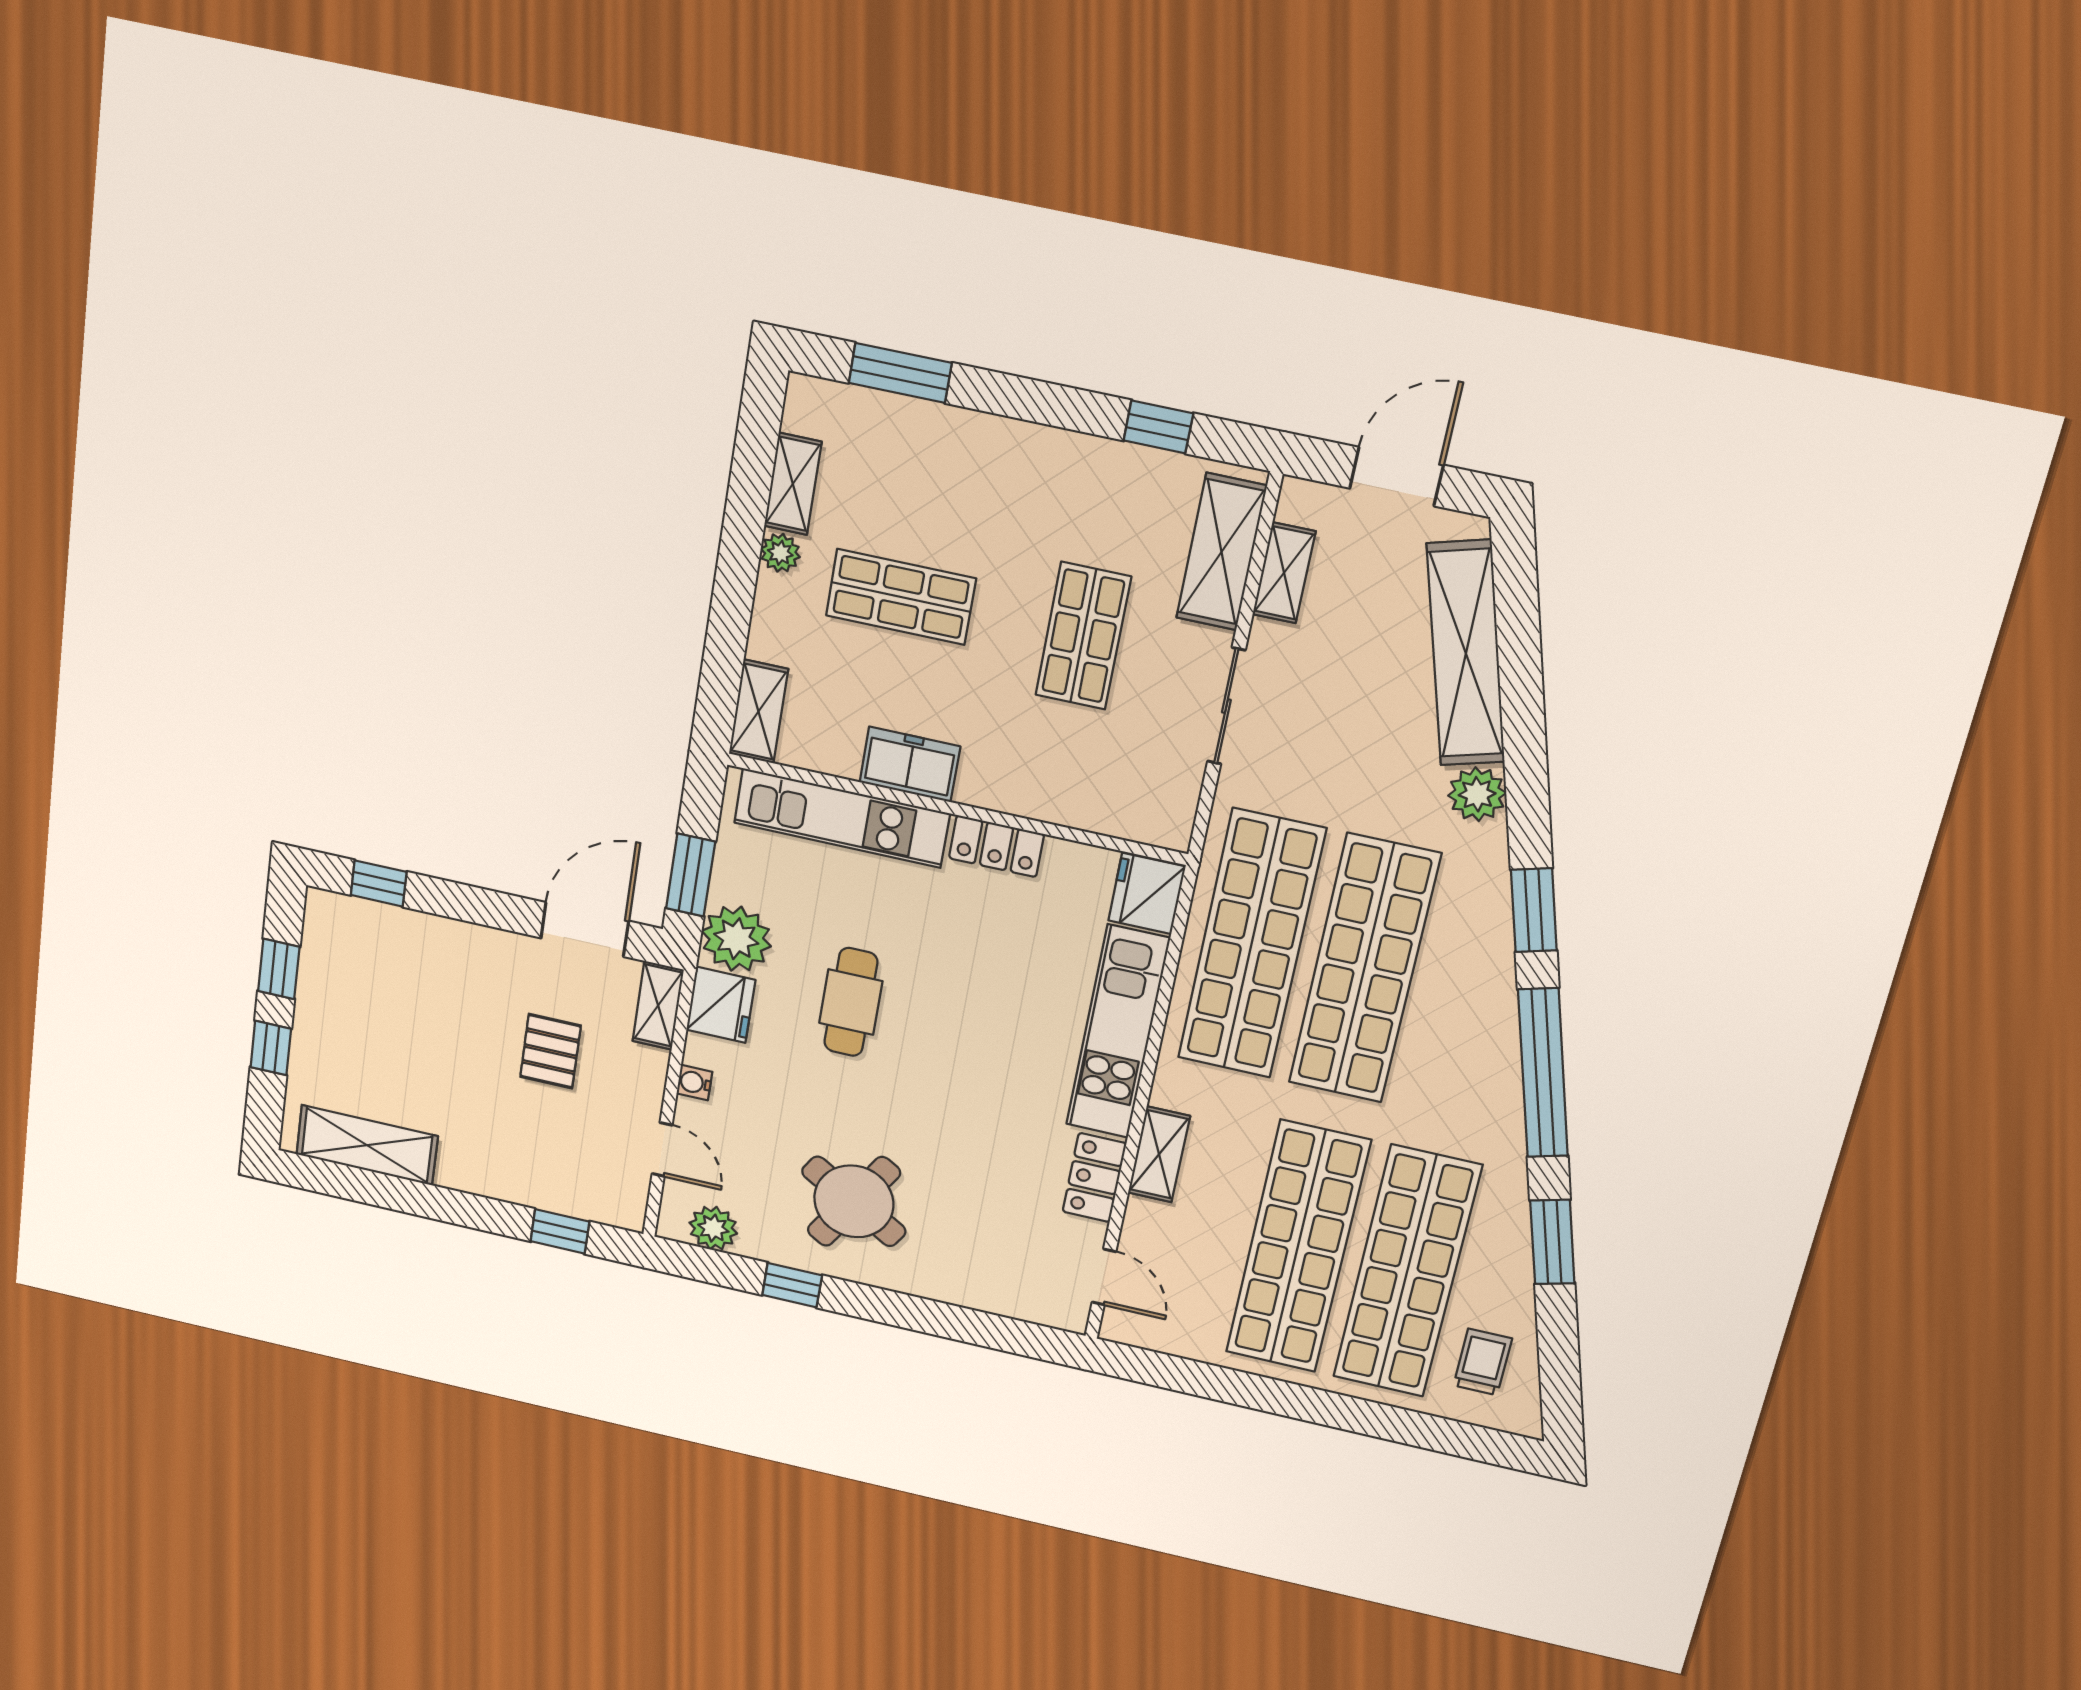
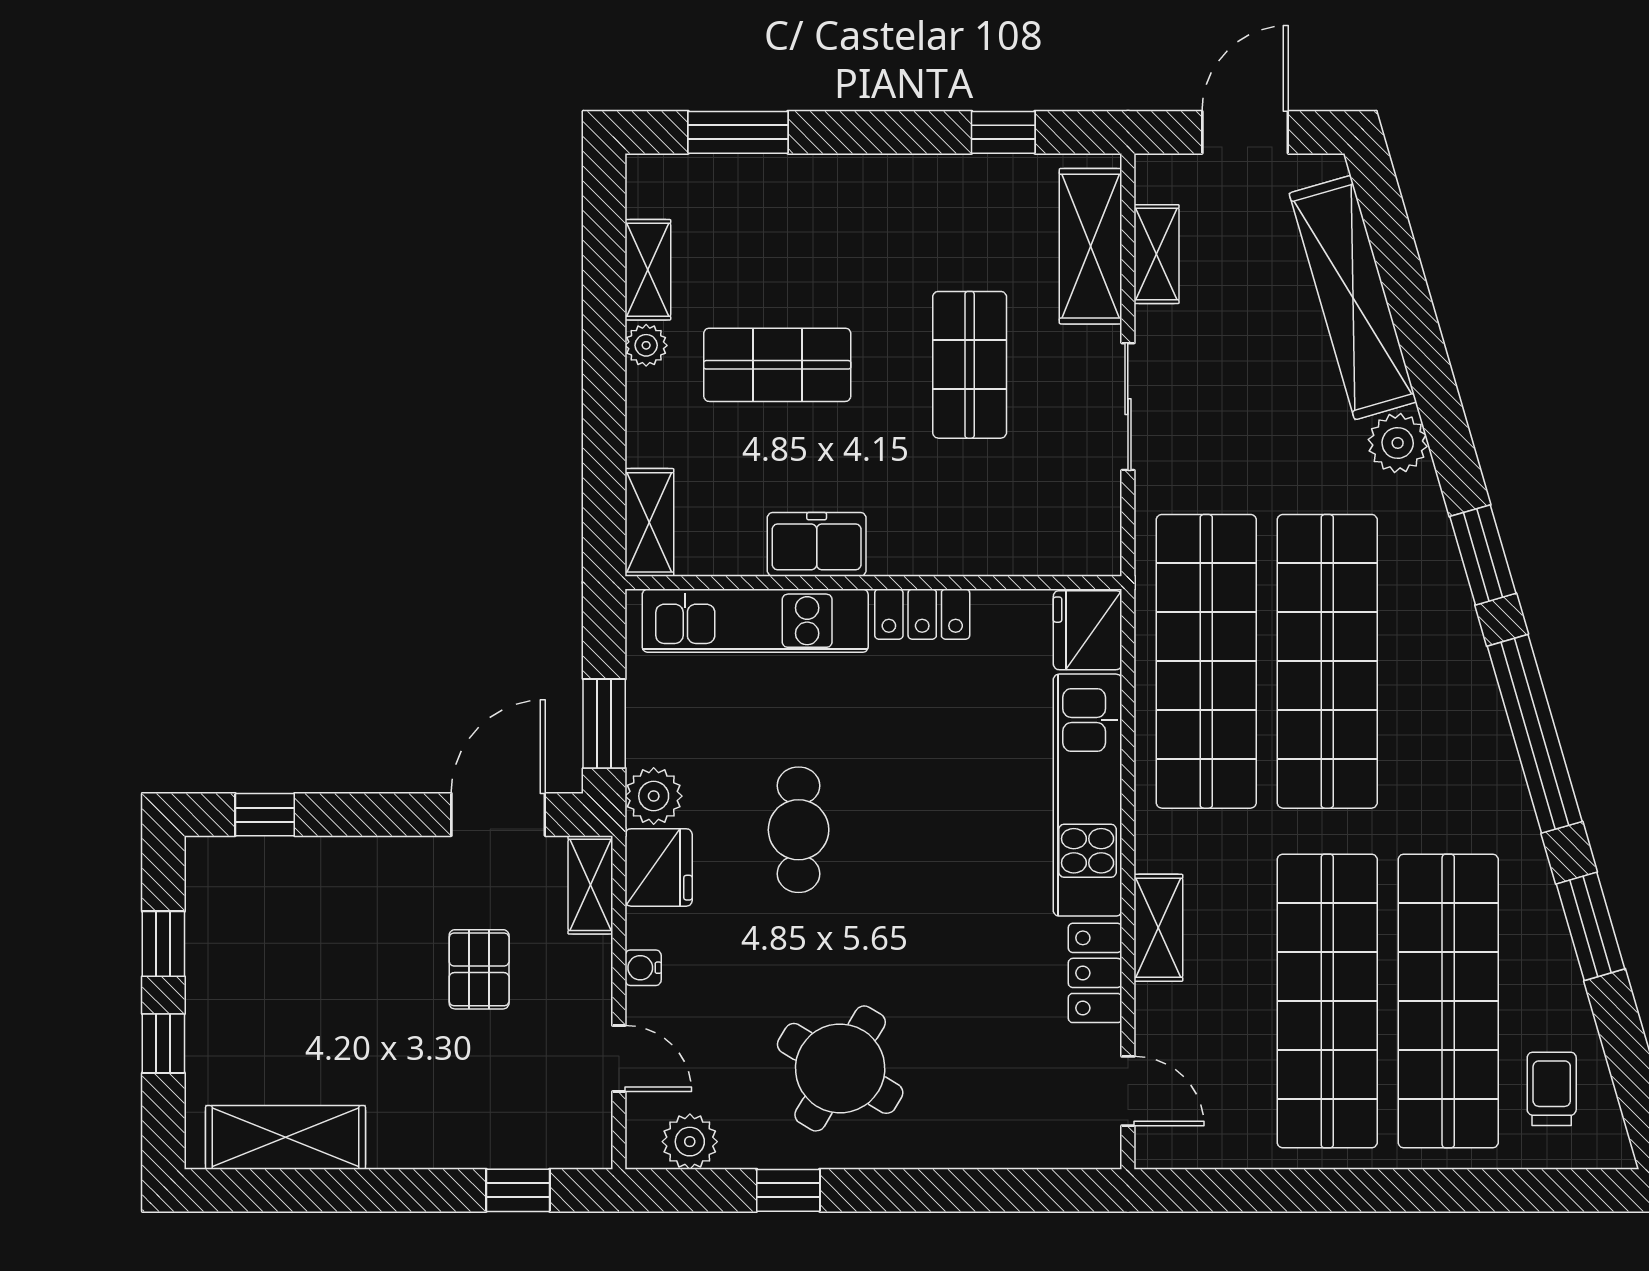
plant: (736, 939) -> (654, 796), width x0.73, depth x0.73

